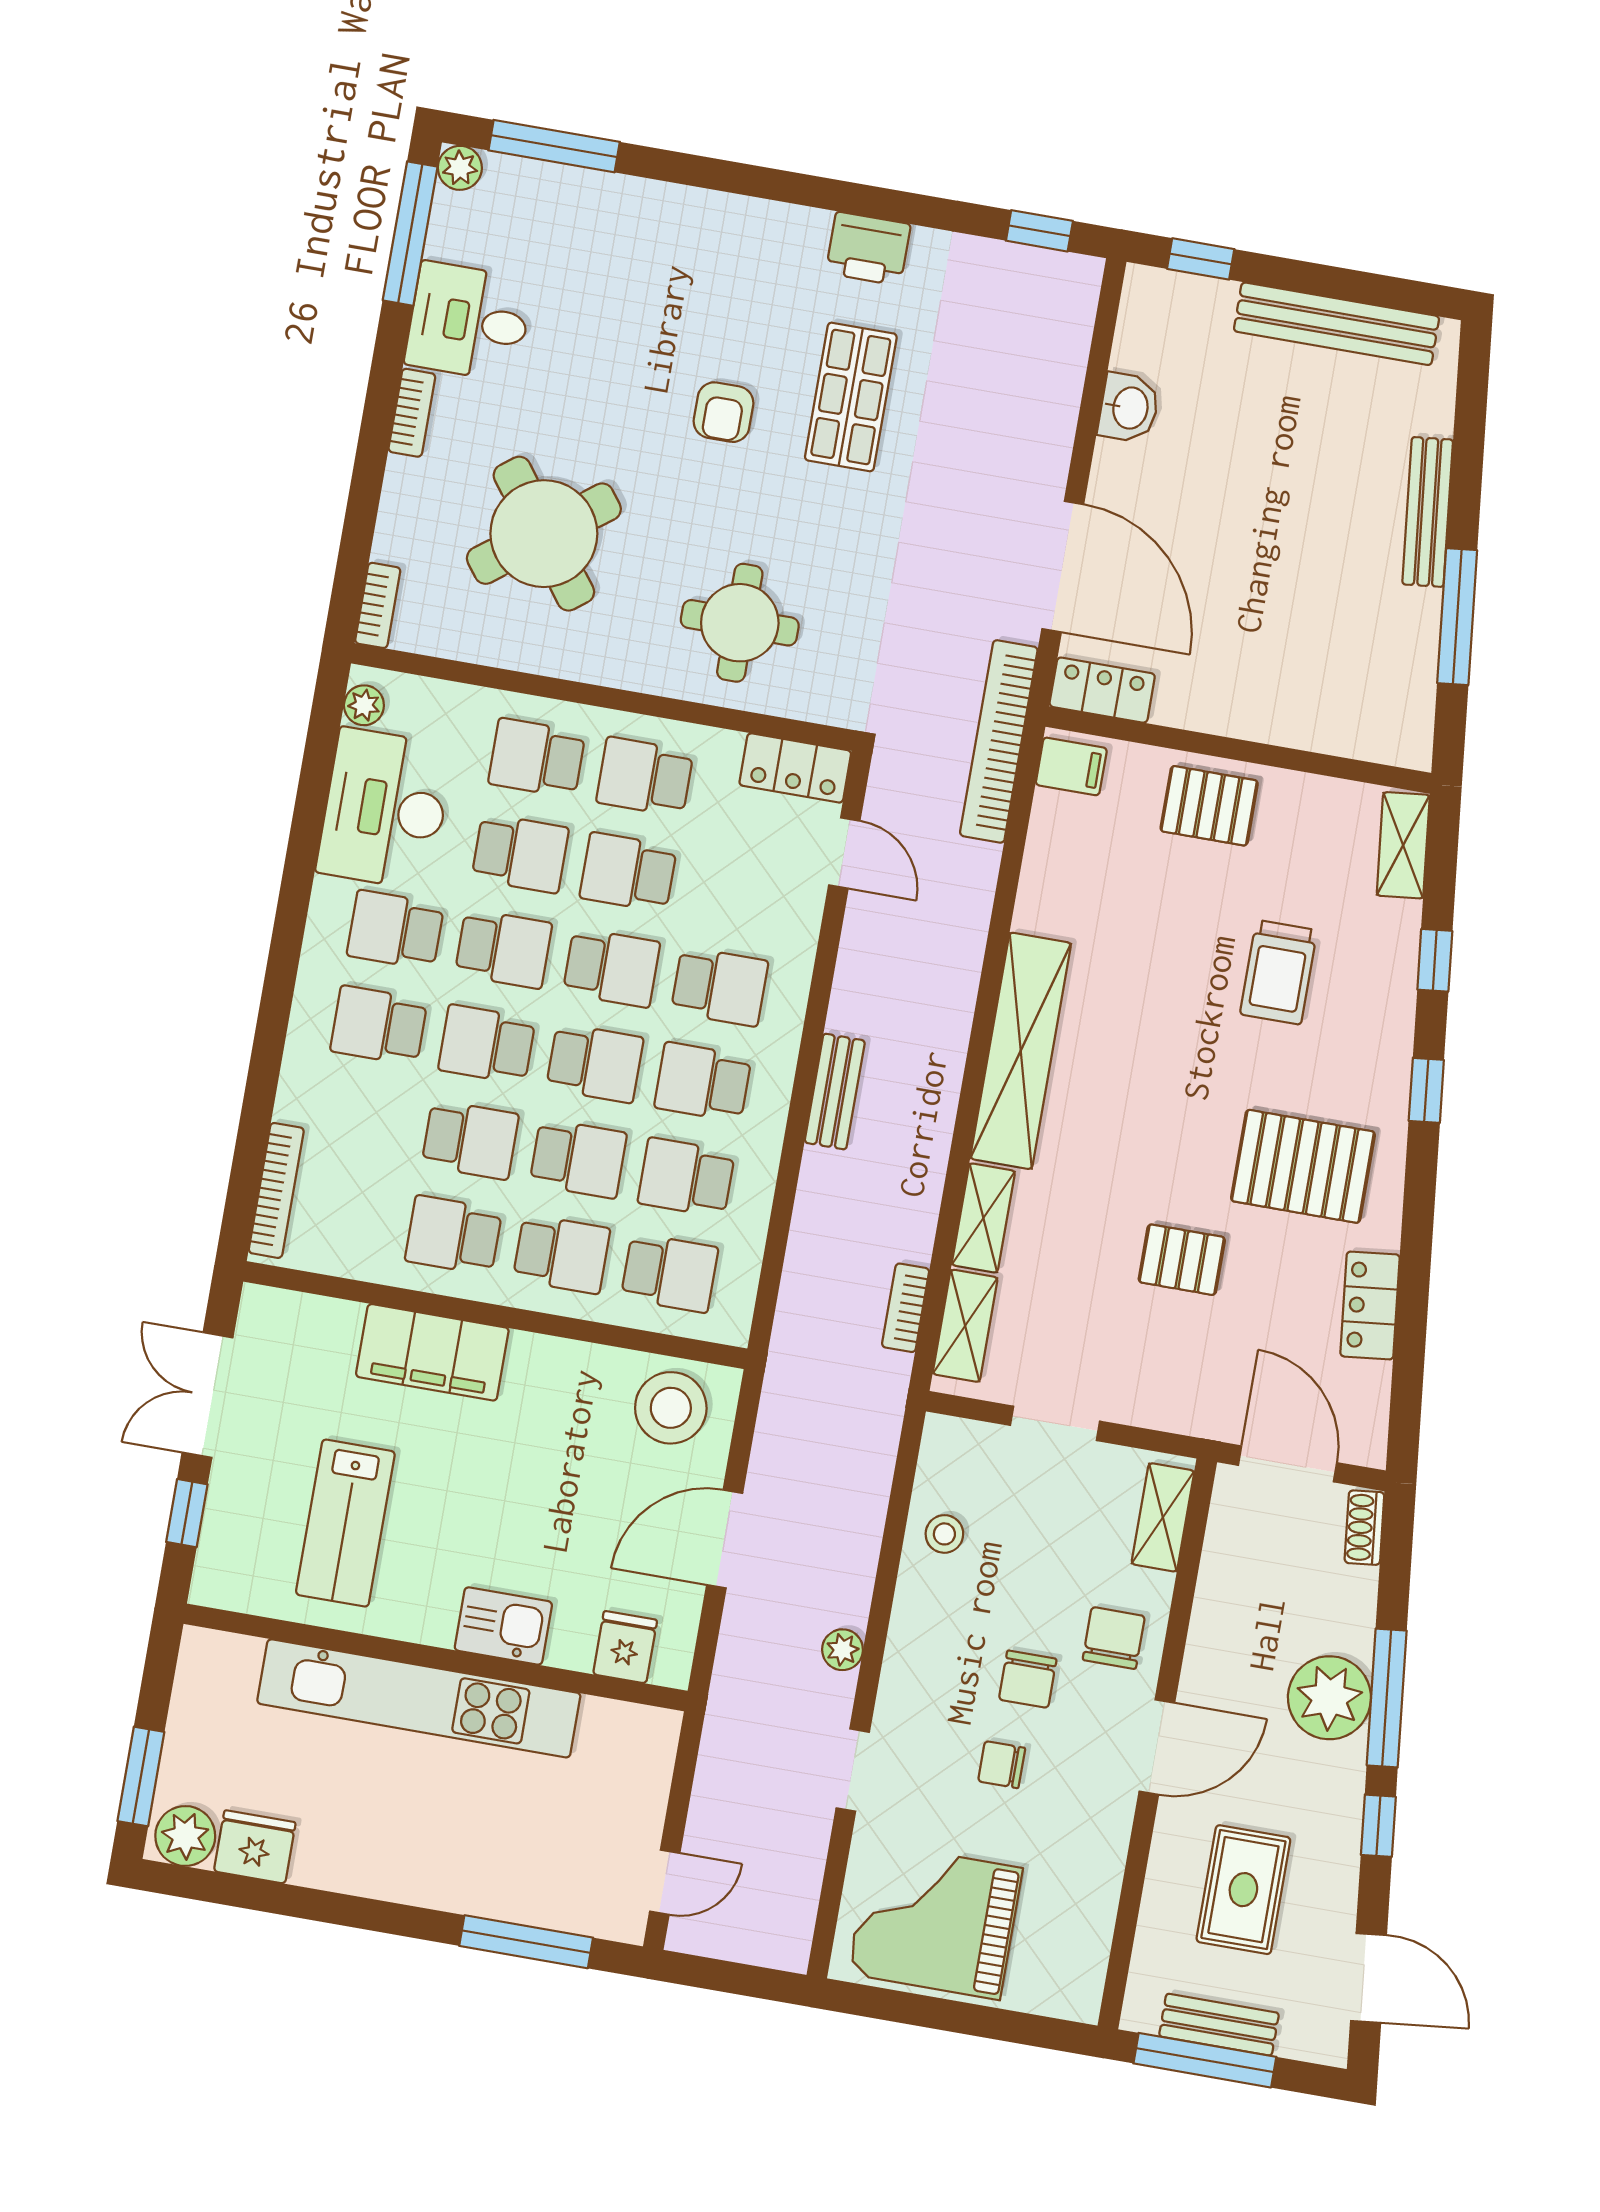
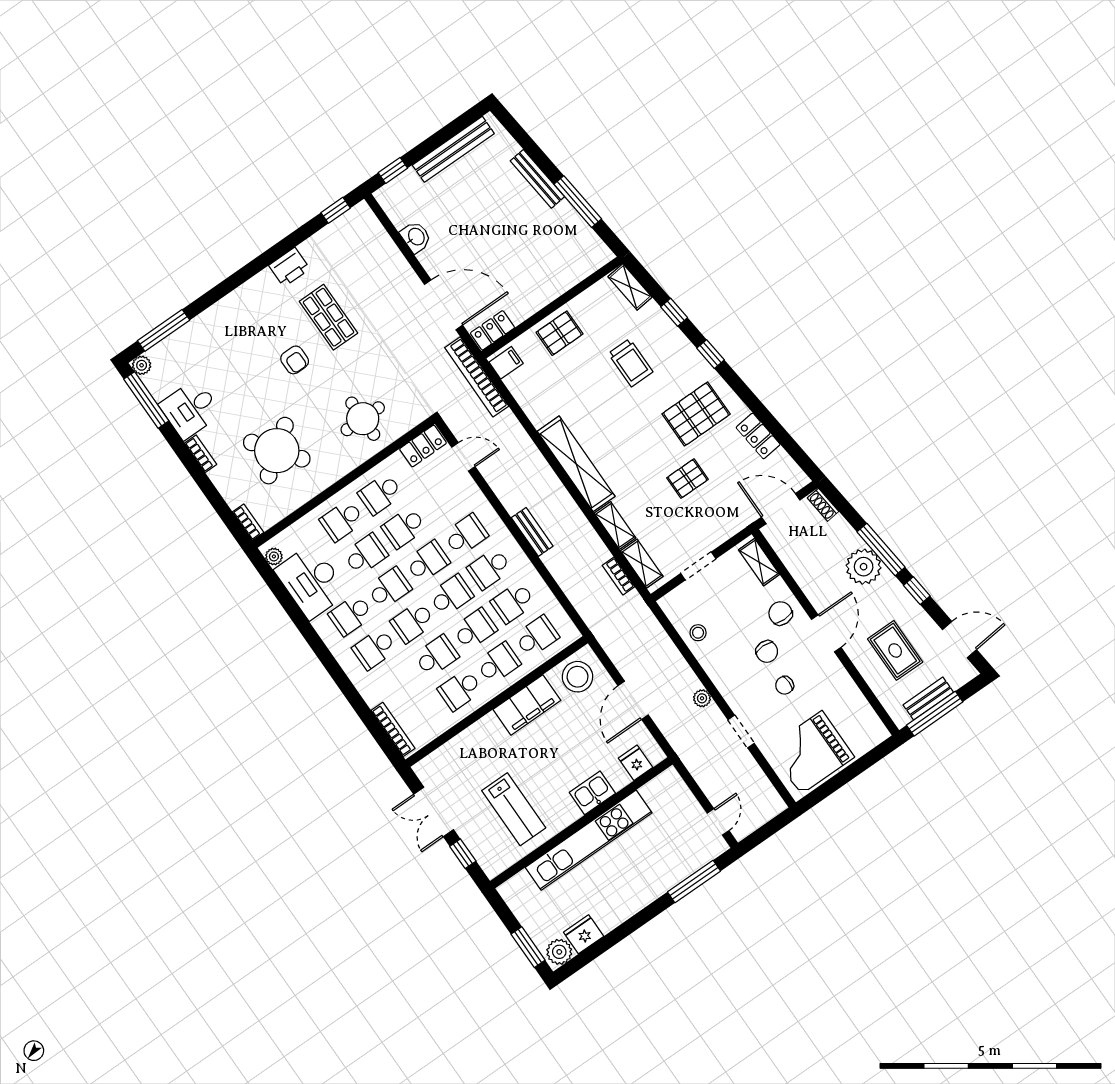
filing cabinet: (432, 1352) -> (527, 705), moved

